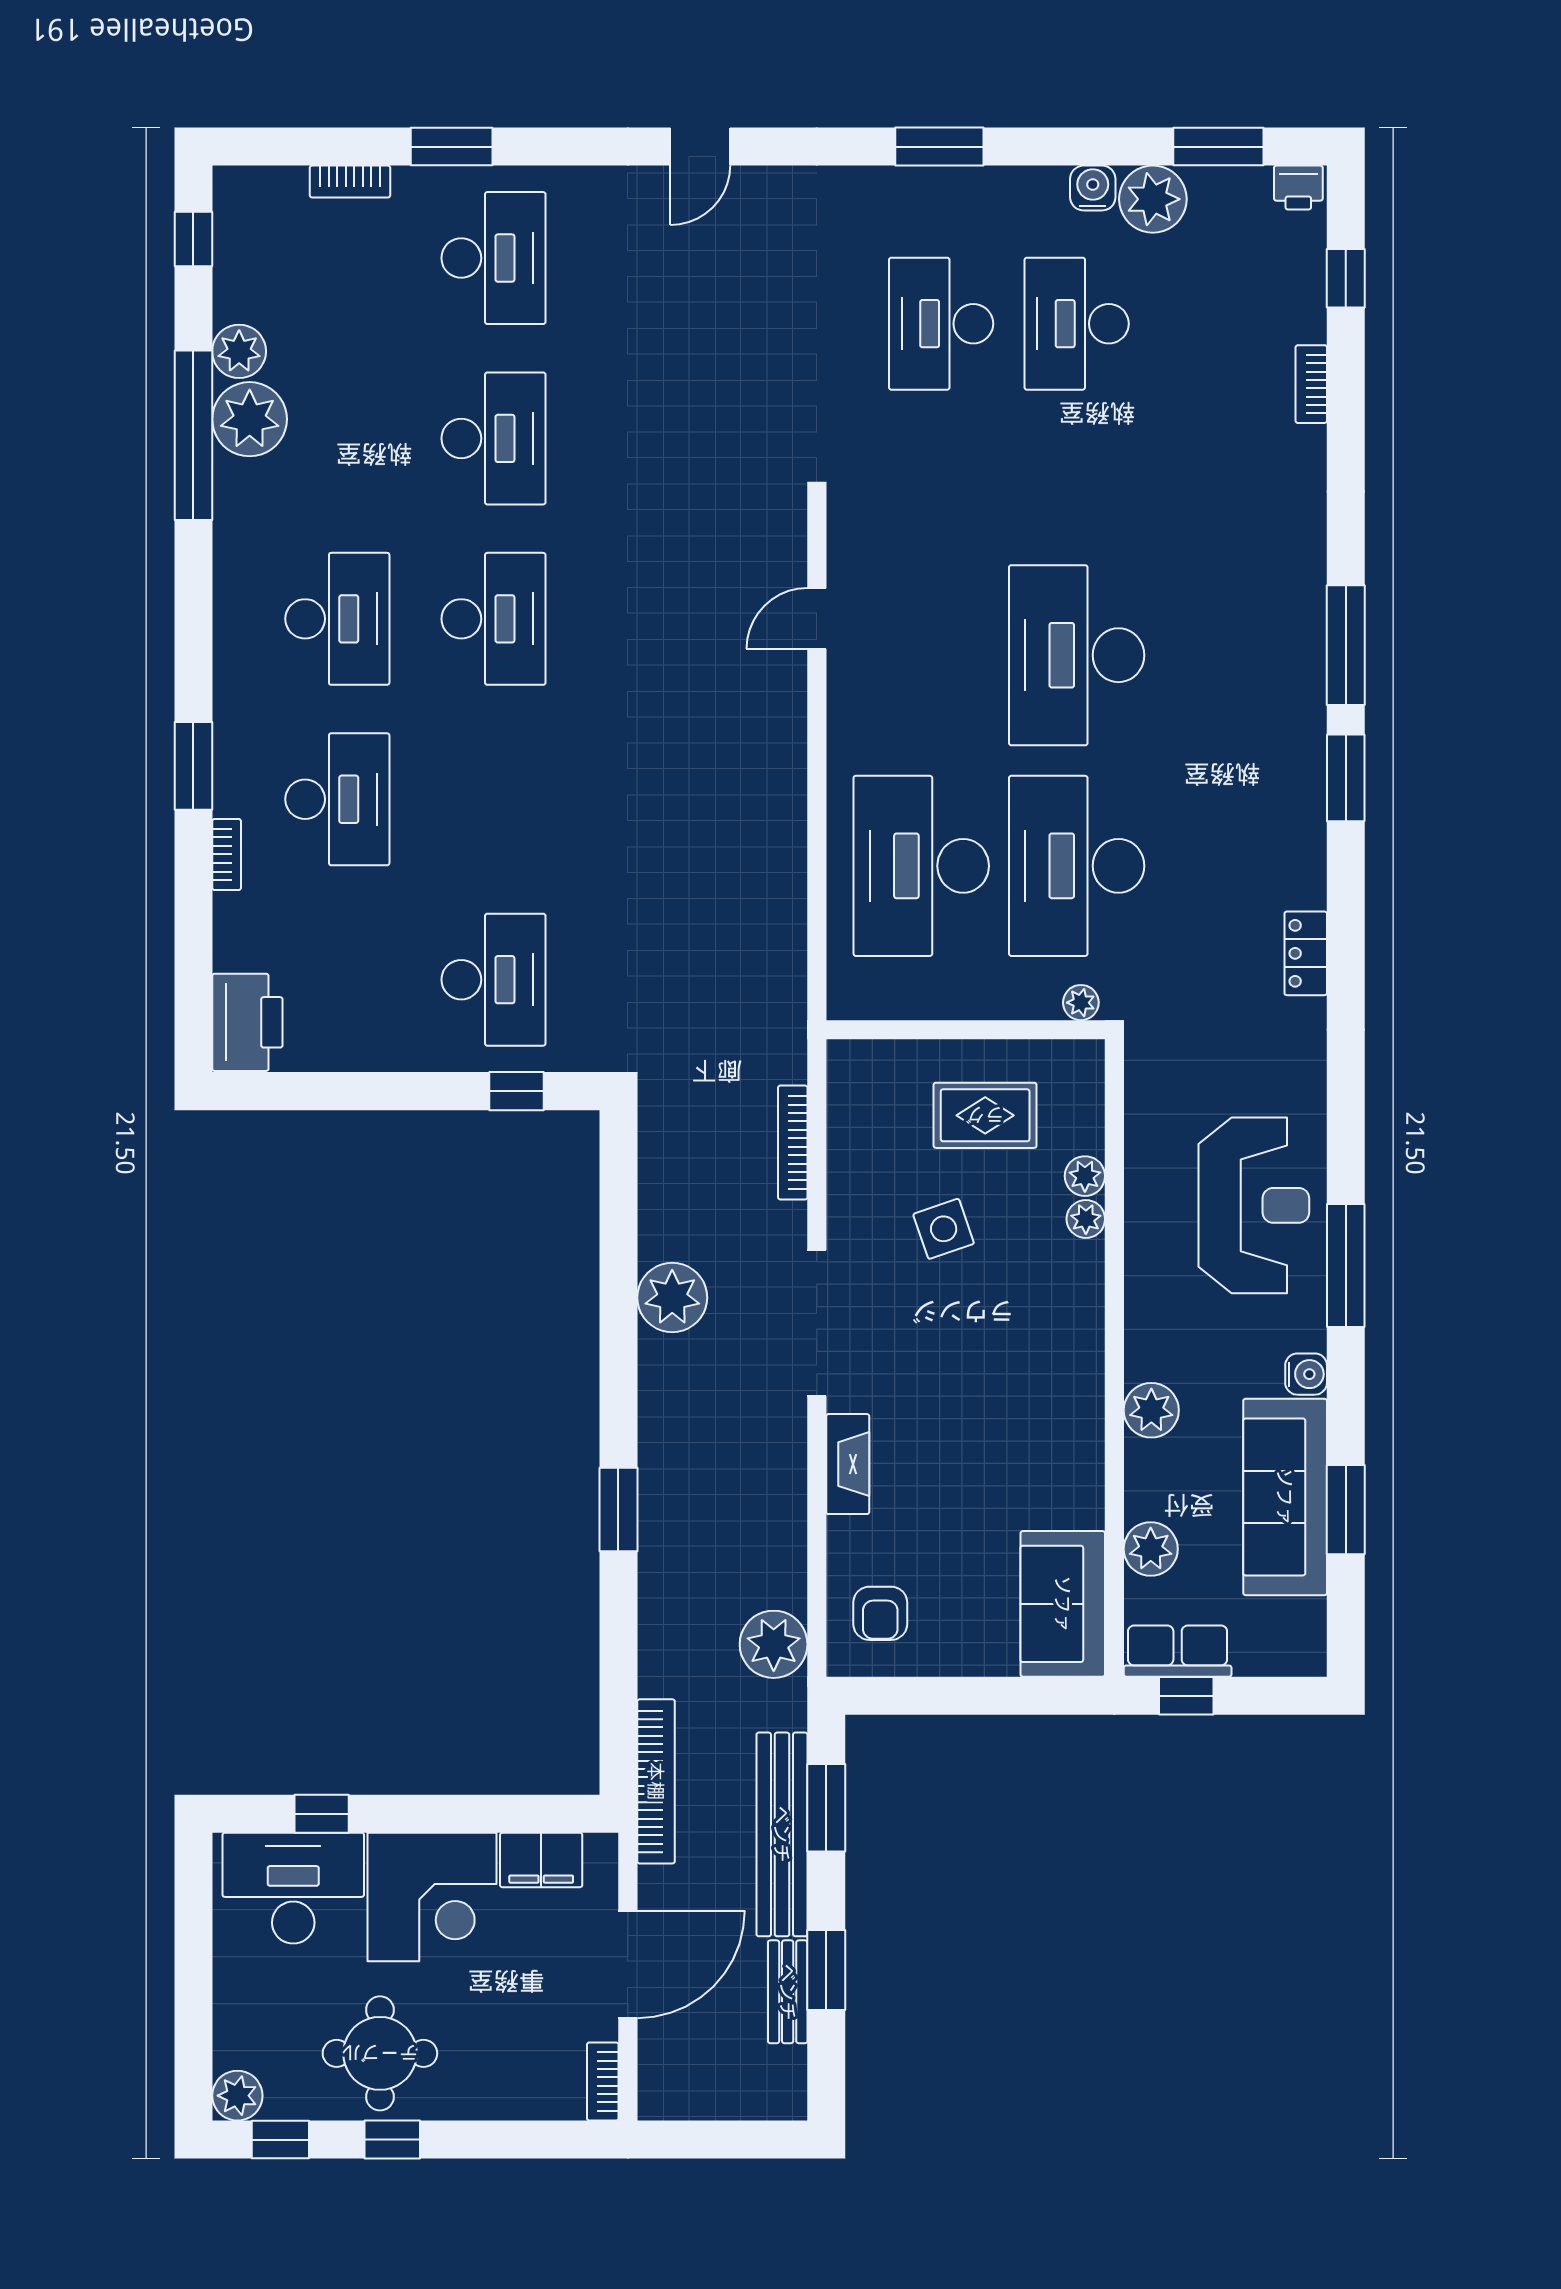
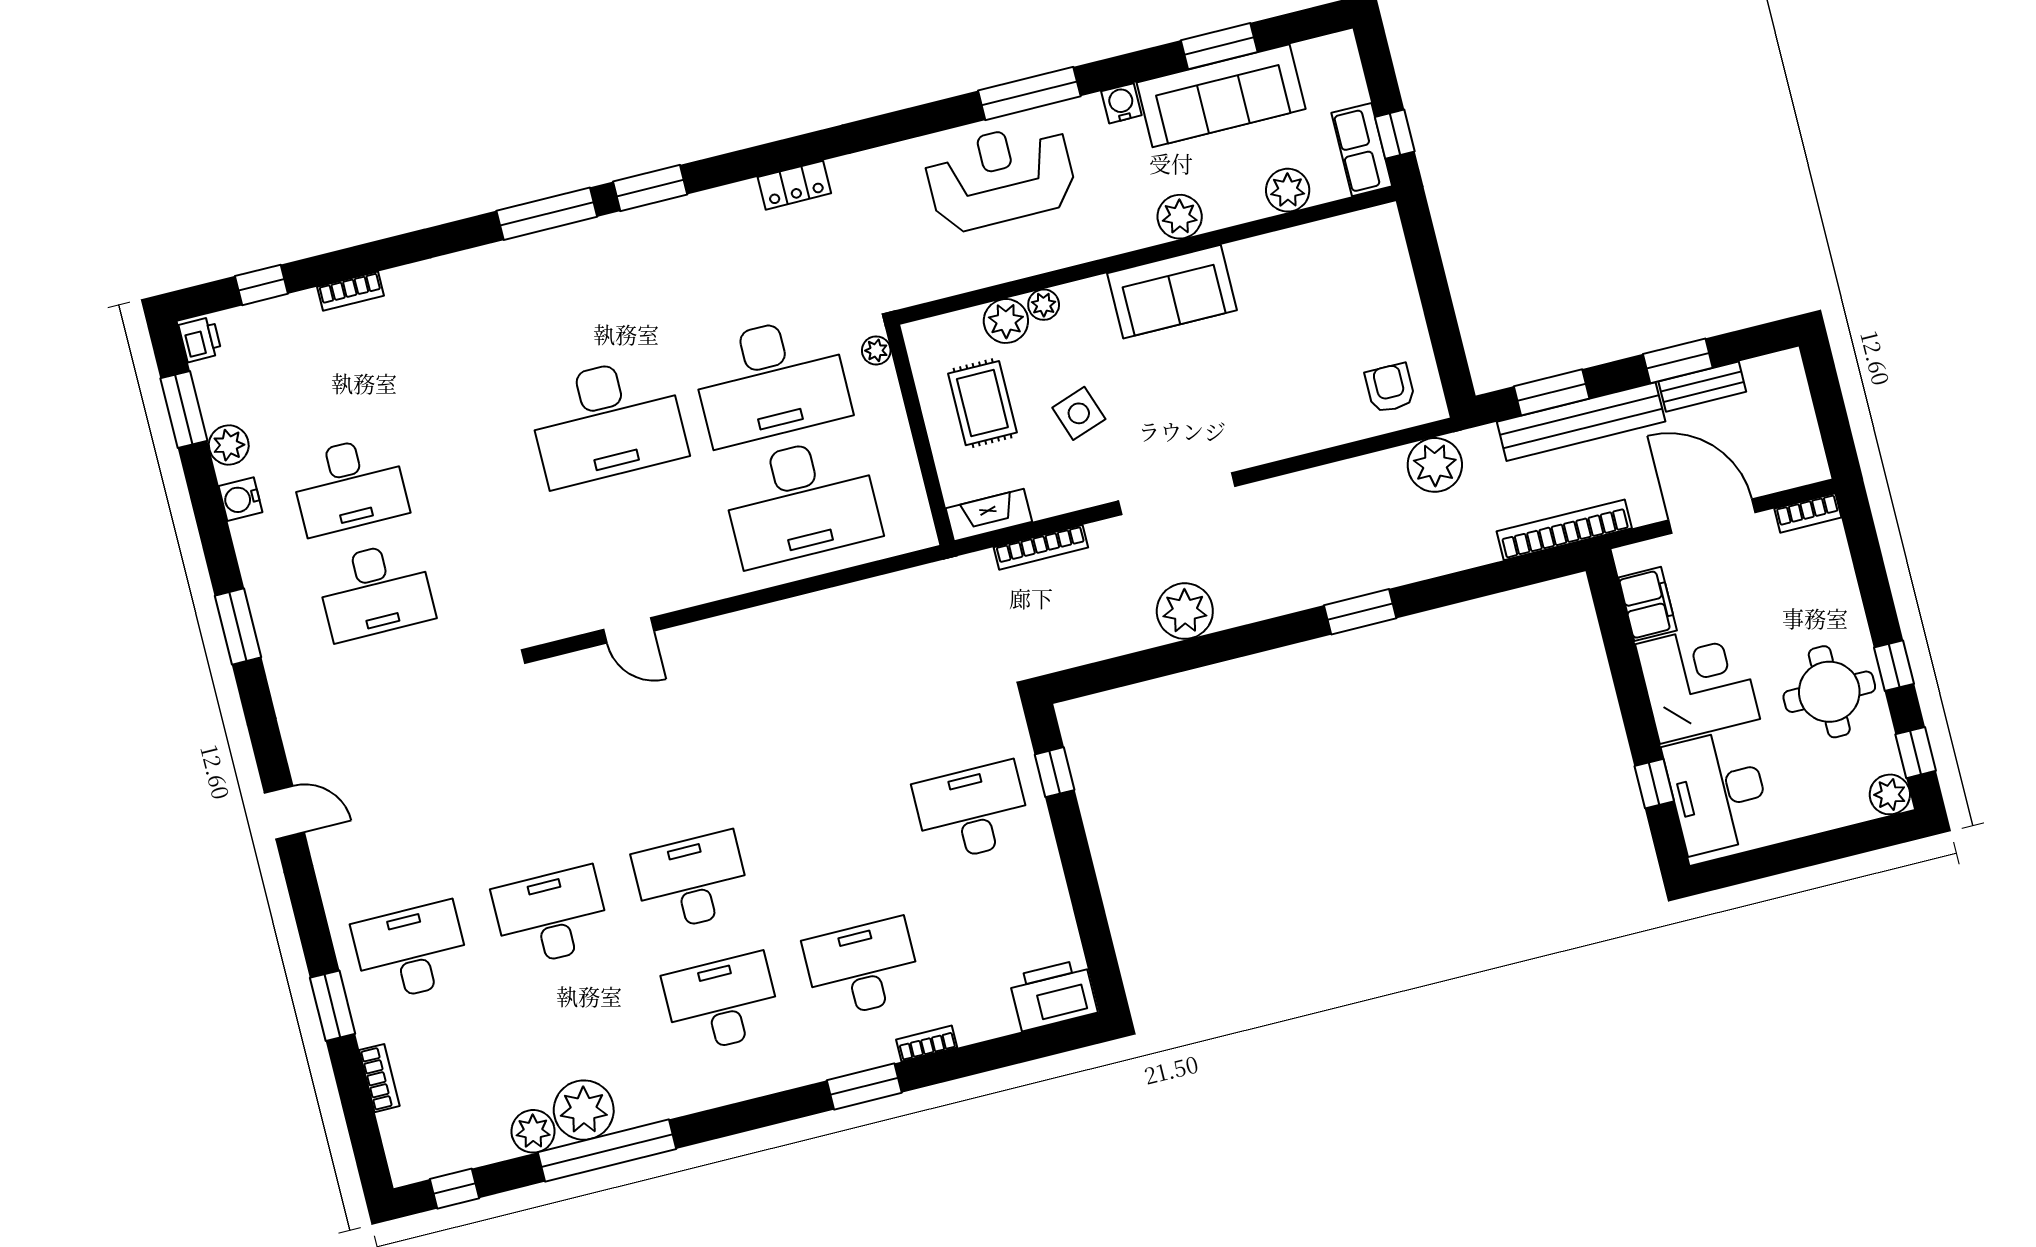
plant: (1153, 199) -> (229, 445), width x0.73, depth x0.73
plant: (1085, 1176) -> (1006, 321), width x1.38, depth x1.38
fireplace: (848, 1464) -> (989, 515), moved
sofa: (1063, 1604) -> (1172, 292), moved
armchair: (880, 1613) -> (1390, 388), turned -90

